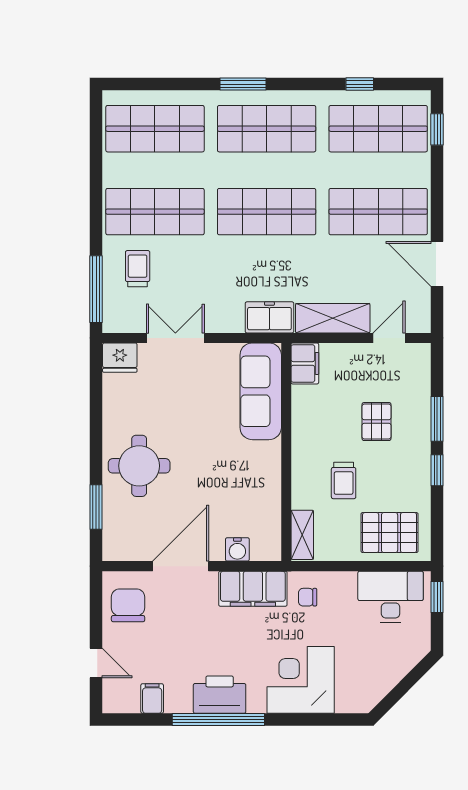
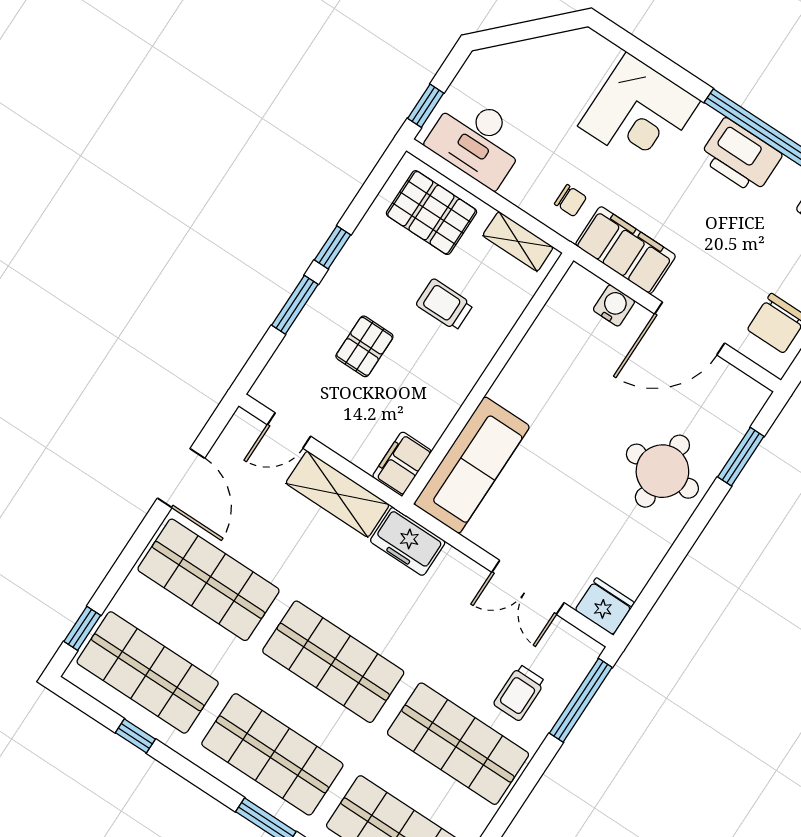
trolley: (344, 480) -> (445, 305), turned -90
shelving: (302, 535) -> (518, 241), moved, turned 90

